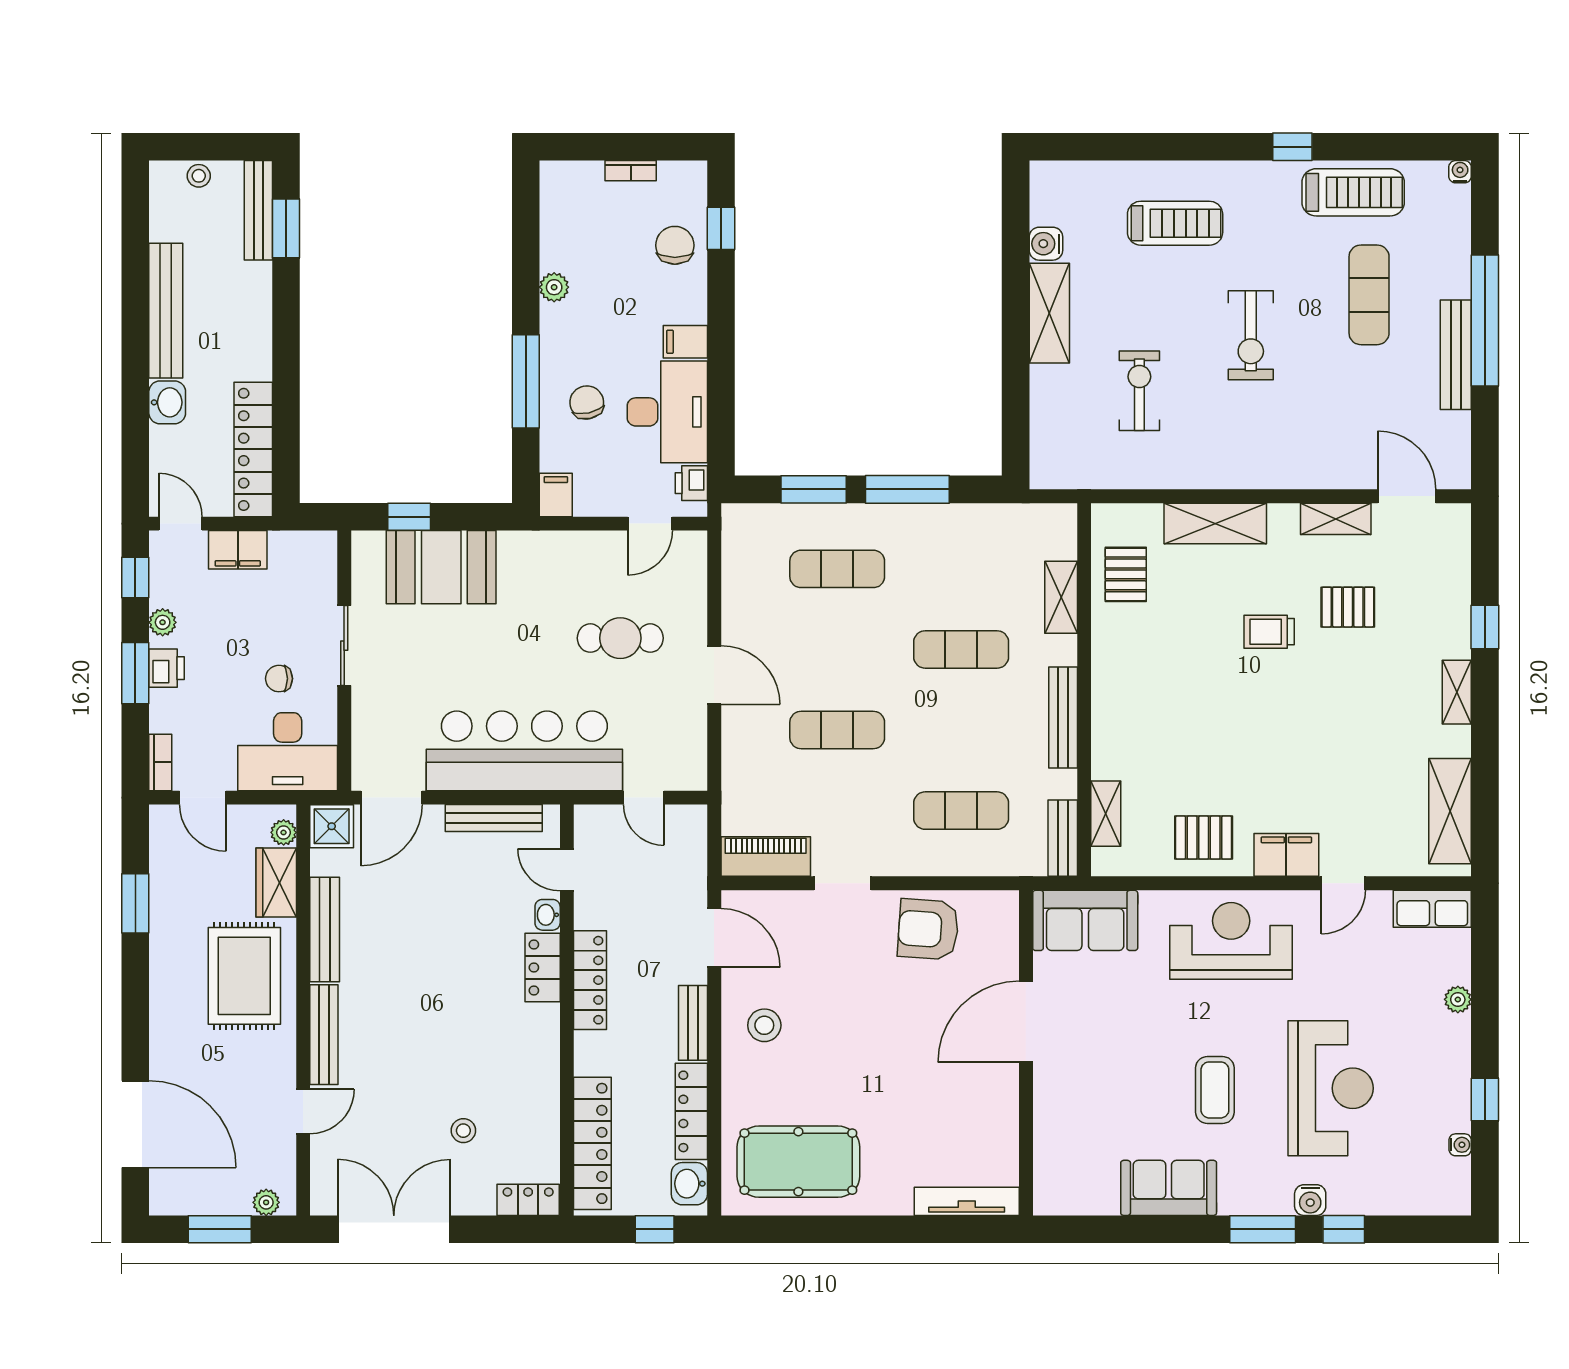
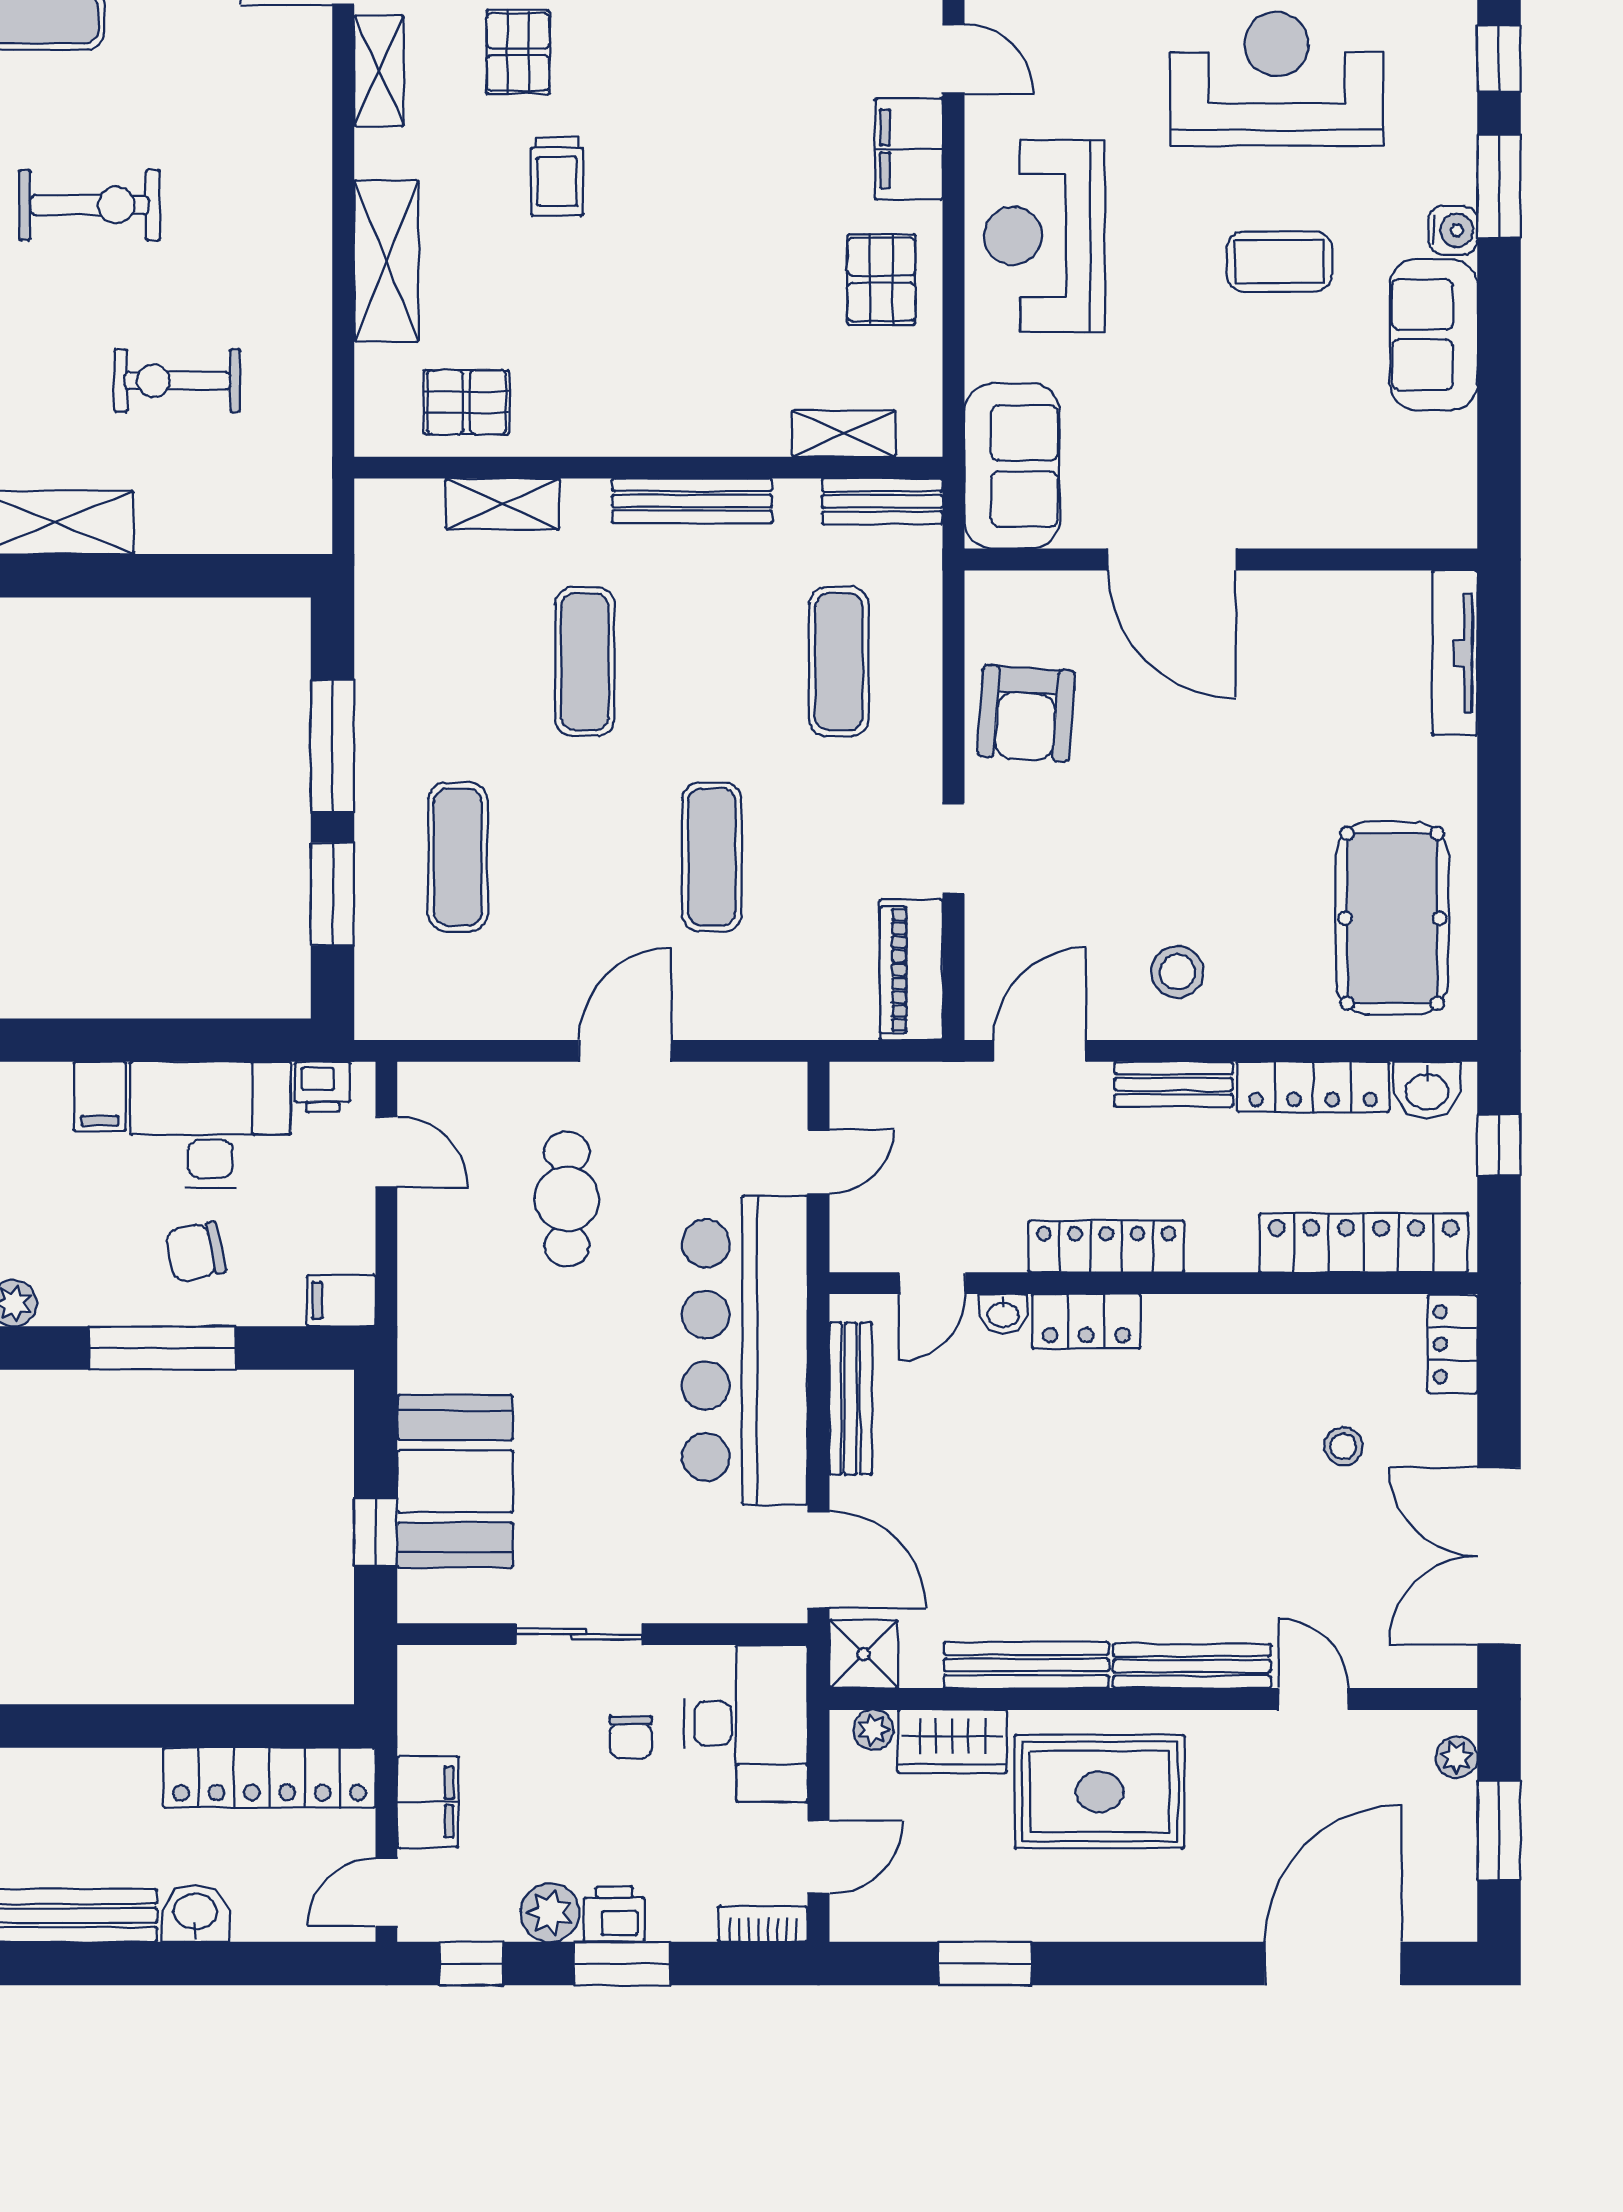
plant: (163, 622) -> (550, 1913), width x1.38, depth x1.38
water cooler: (1310, 1200) -> (1453, 230), moved

